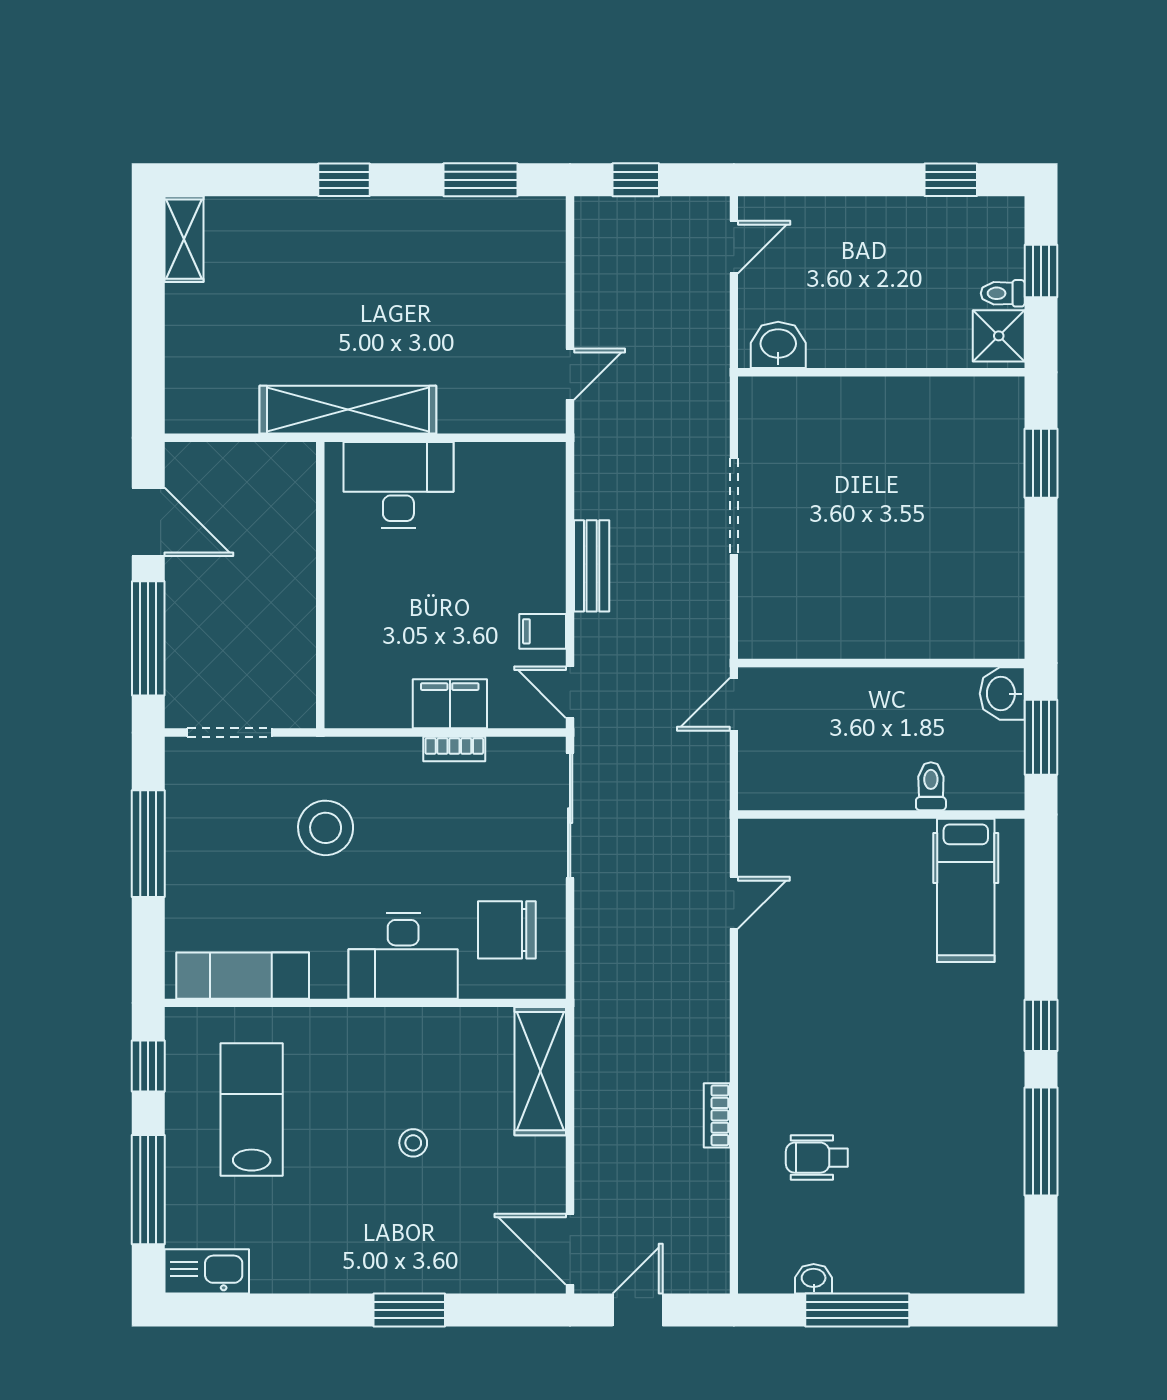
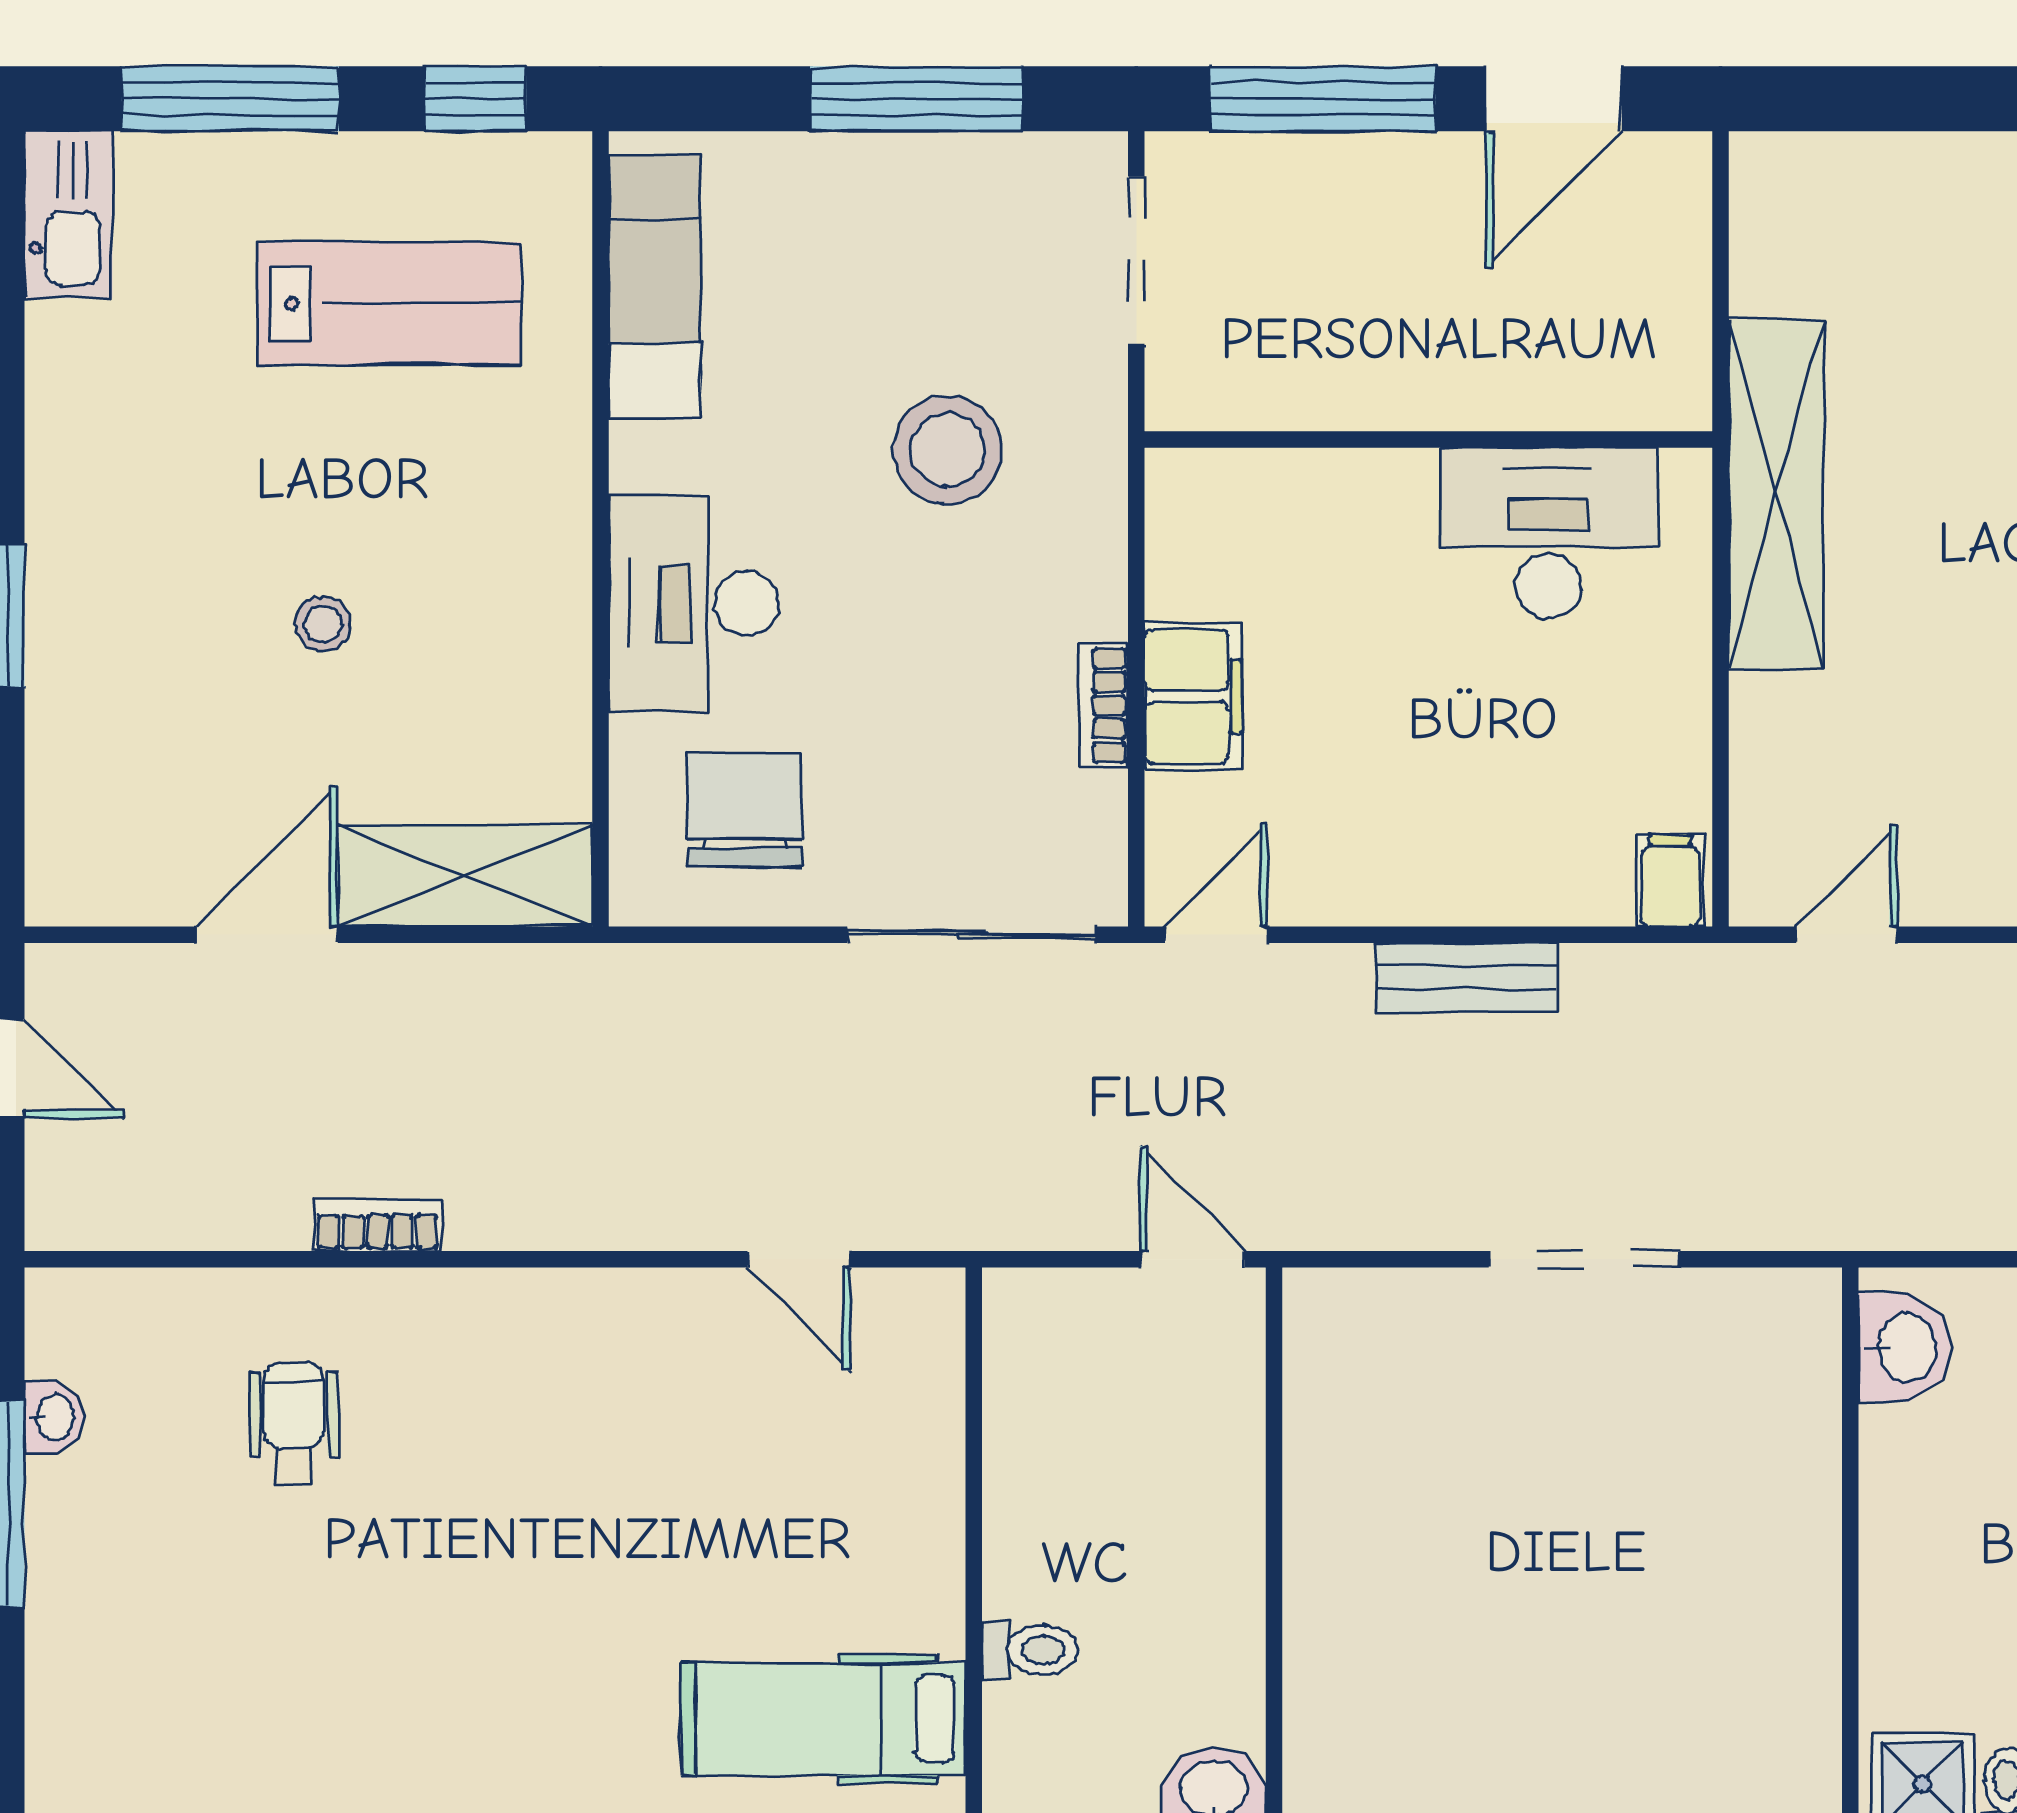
door: (570, 374) -> (1847, 935), swing flipped
desk: (398, 485) -> (1548, 533), moved, turned -90
filing cabinet: (543, 631) -> (1670, 880), moved
door: (570, 1249) -> (267, 935), moved

